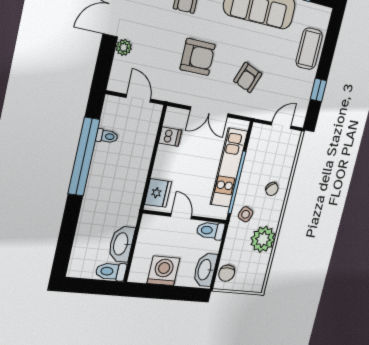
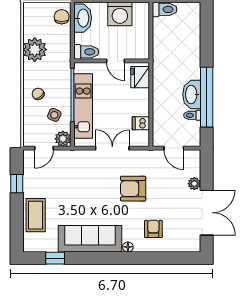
armchair: (248, 77) -> (86, 181), removed
plant: (259, 133) -> (63, 139), added
side table: (246, 214) -> (54, 115), moved
washbasin: (121, 244) -> (192, 94), moved, turned 180

